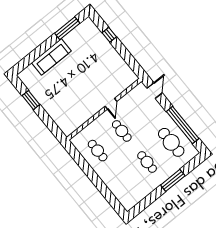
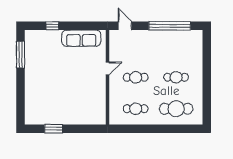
sofa: (51, 57) -> (81, 38), moved, turned 90
door: (111, 104) -> (107, 68), hinge flipped
cafe table: (171, 142) -> (176, 109), moved
window: (173, 180) -> (207, 69), removed

